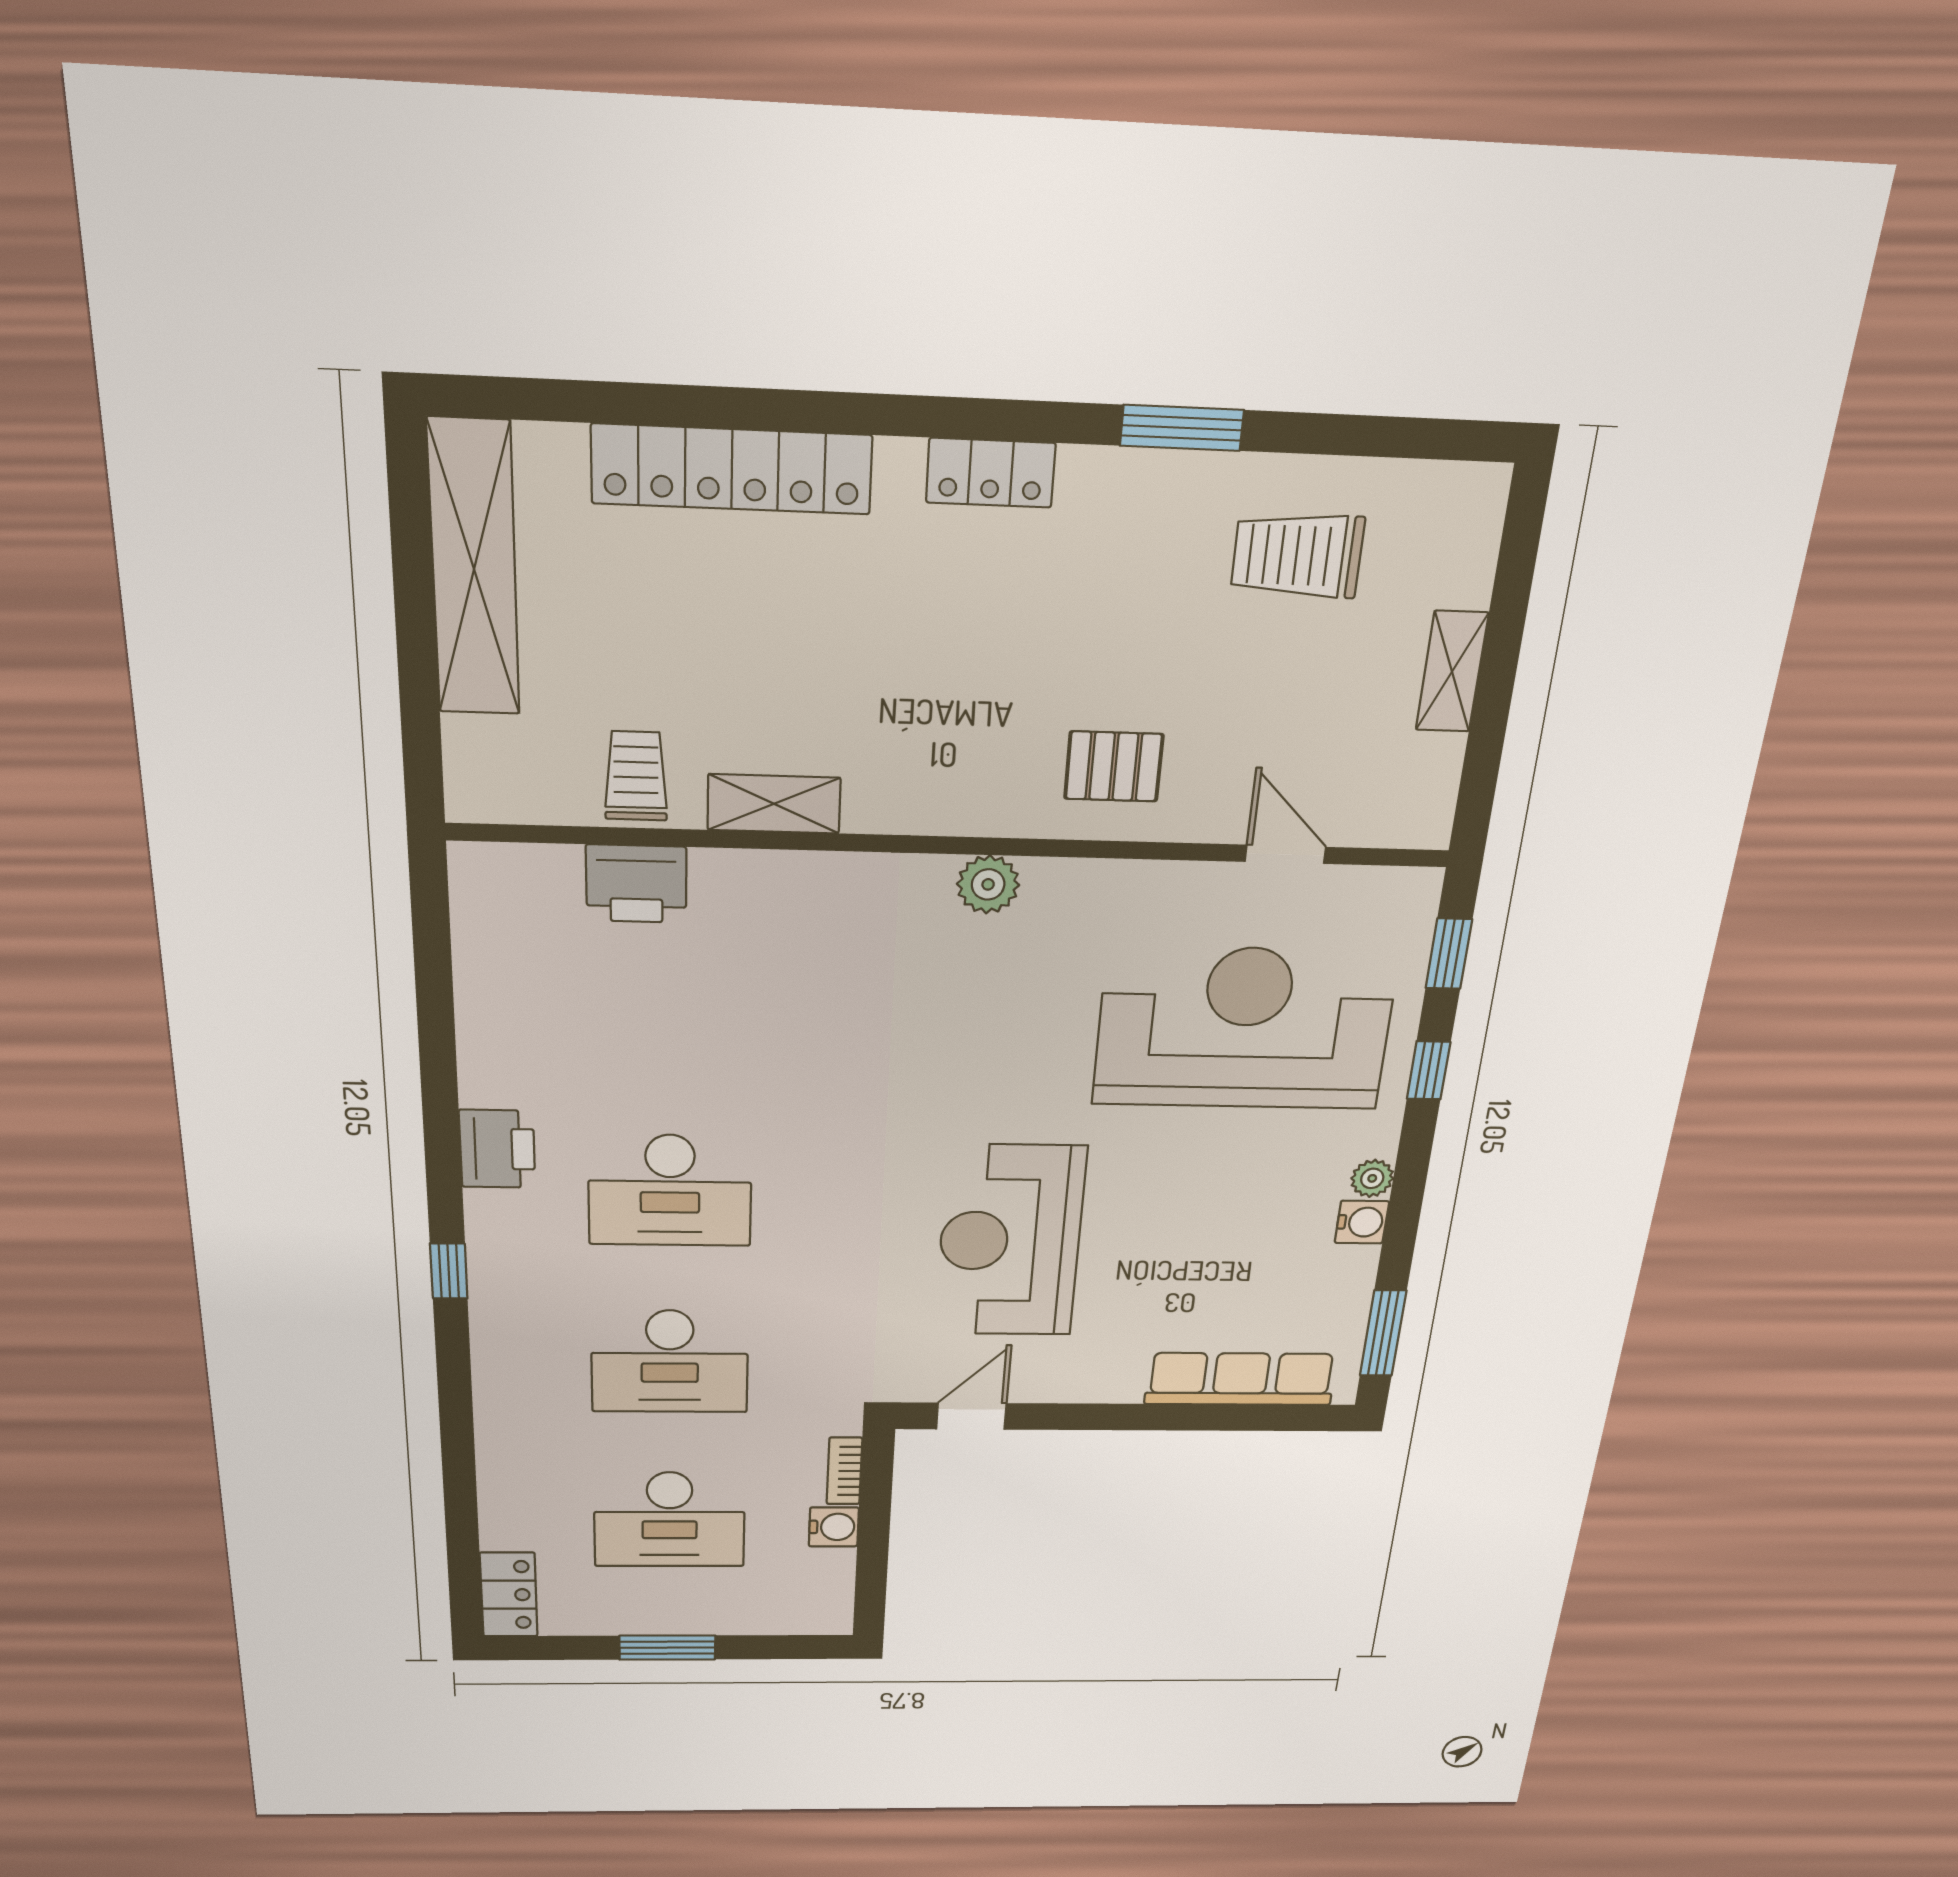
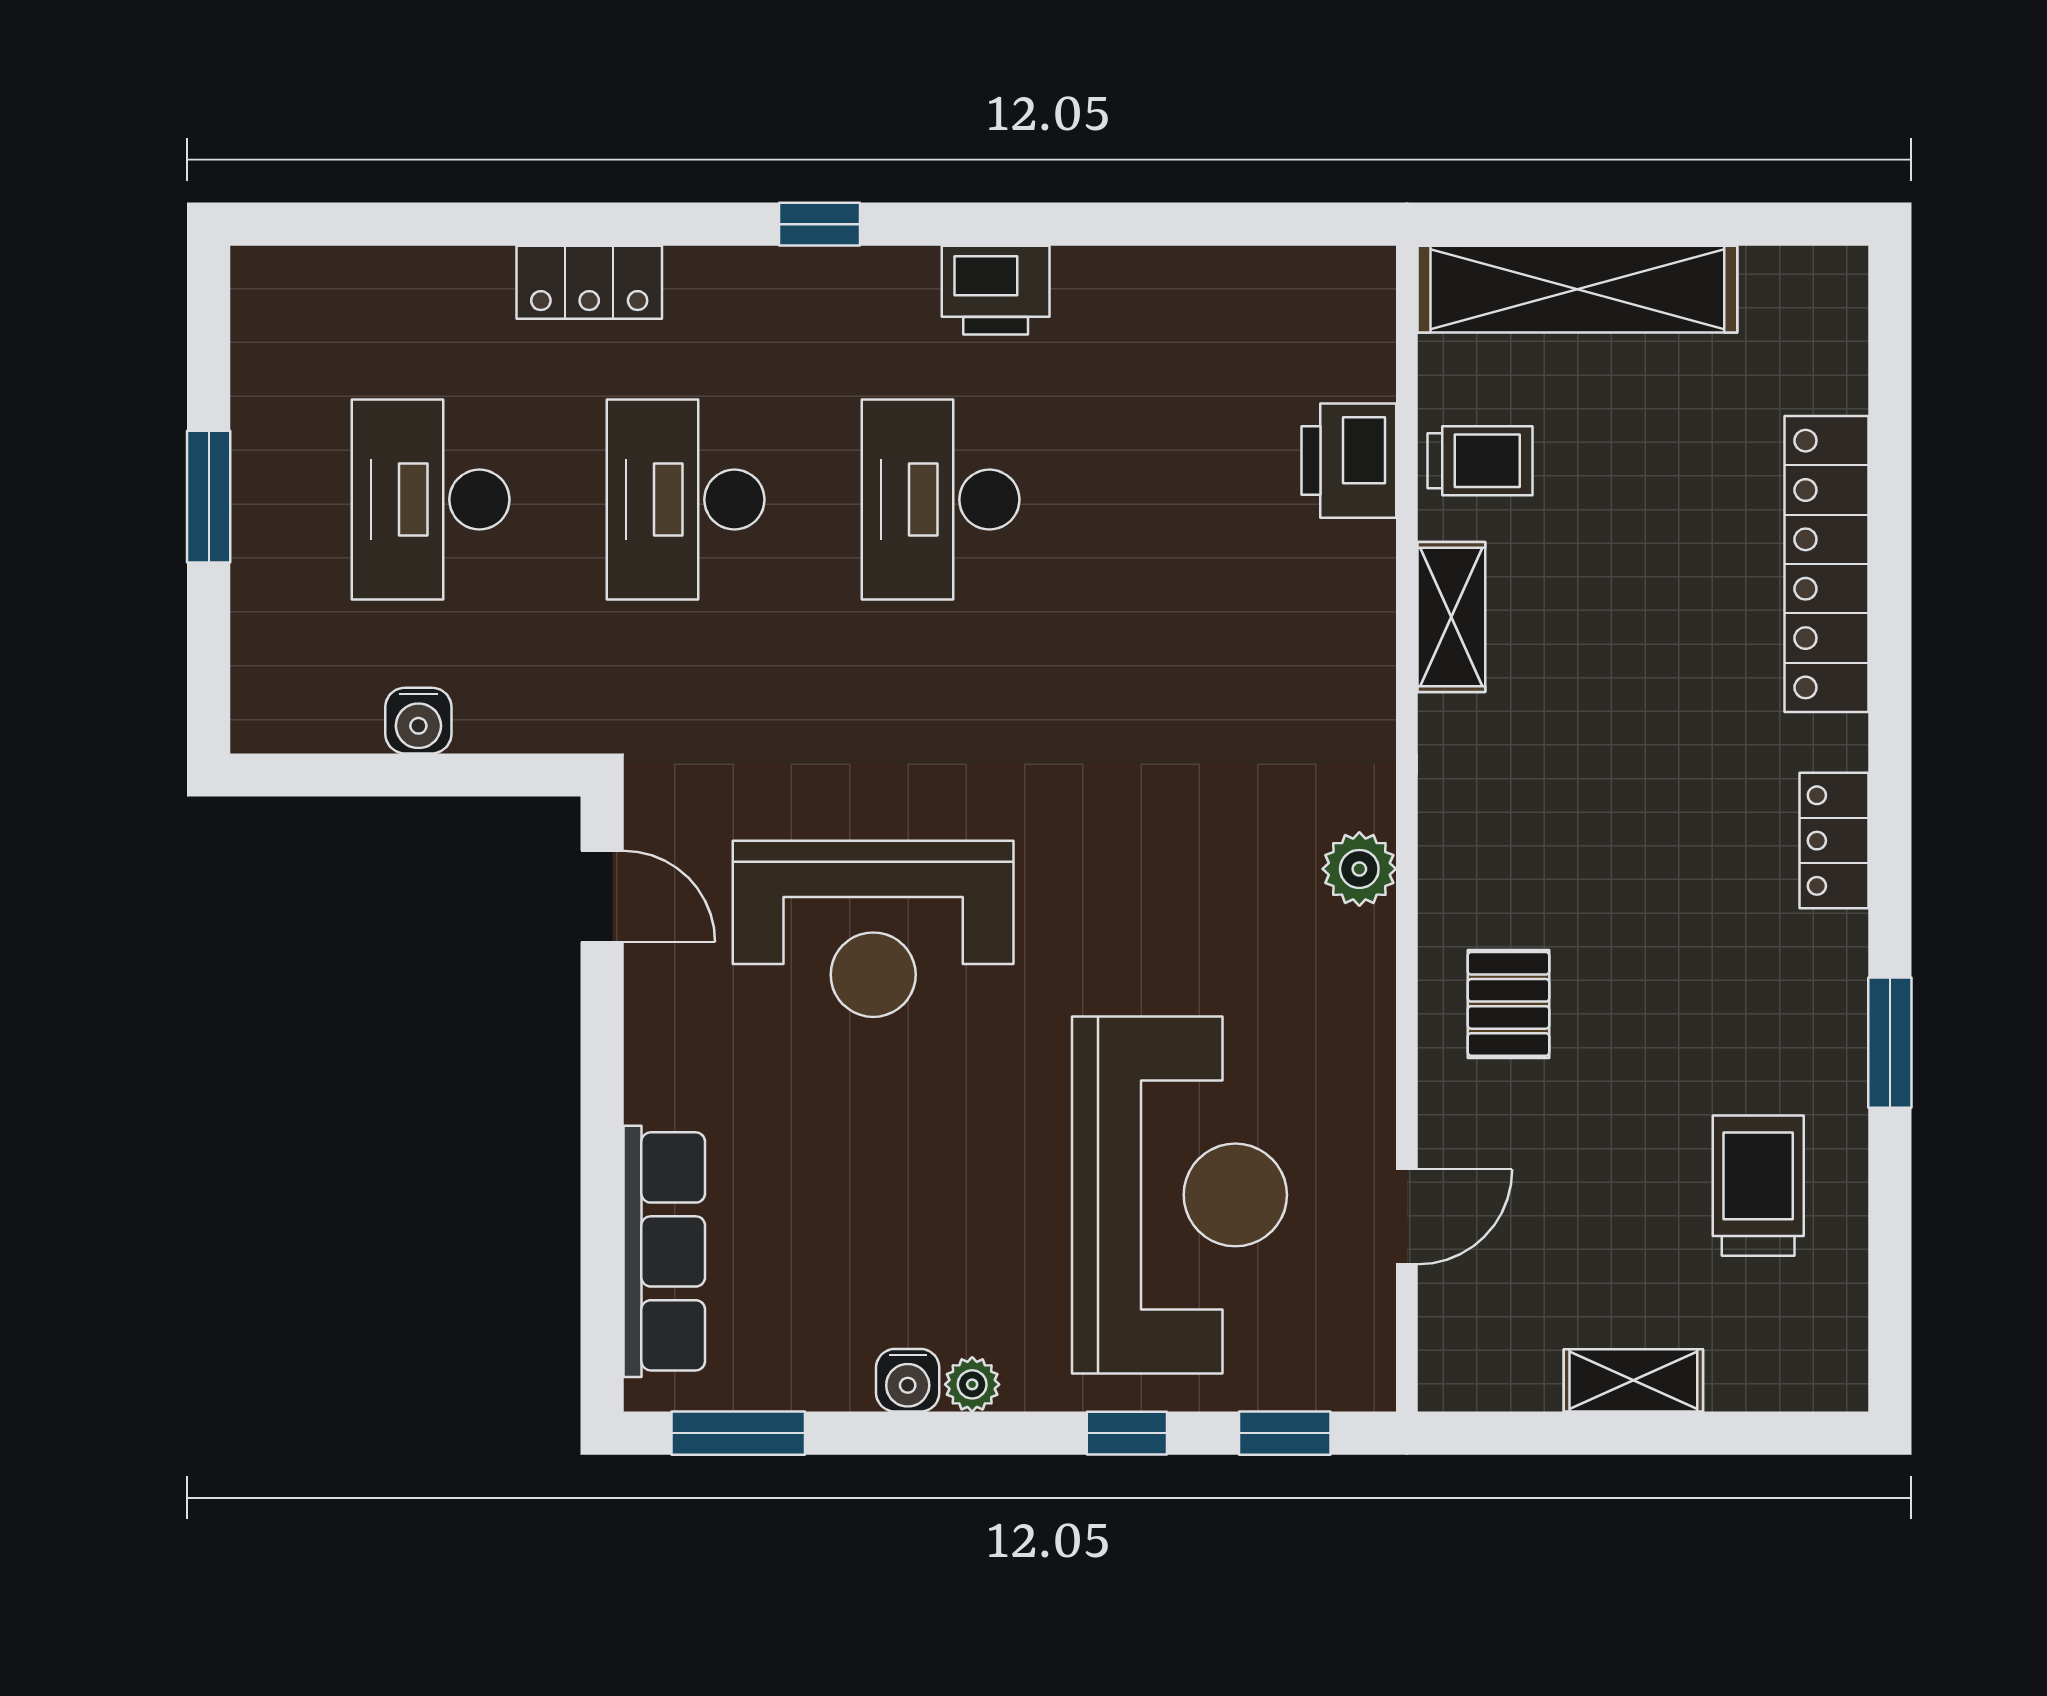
shelving: (474, 569) -> (1577, 289), moved
reception desk: (1010, 1241) -> (873, 929), turned 180
bookcase: (844, 1471) -> (512, 732), removed
locker: (509, 1595) -> (589, 282), moved

